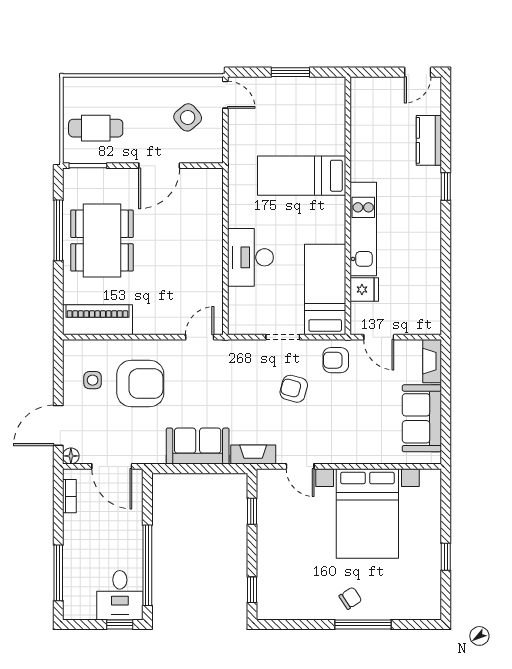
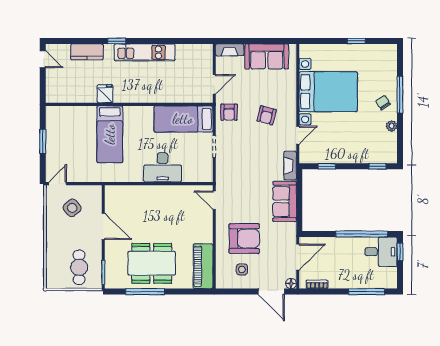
kitchen unit: (363, 229) -> (145, 52), moved, turned 180
fridge: (364, 289) -> (105, 94), moved
armchair: (140, 384) -> (244, 239), turned 90
armchair: (294, 389) -> (267, 115), moved
plant: (314, 611) -> (392, 126), added

